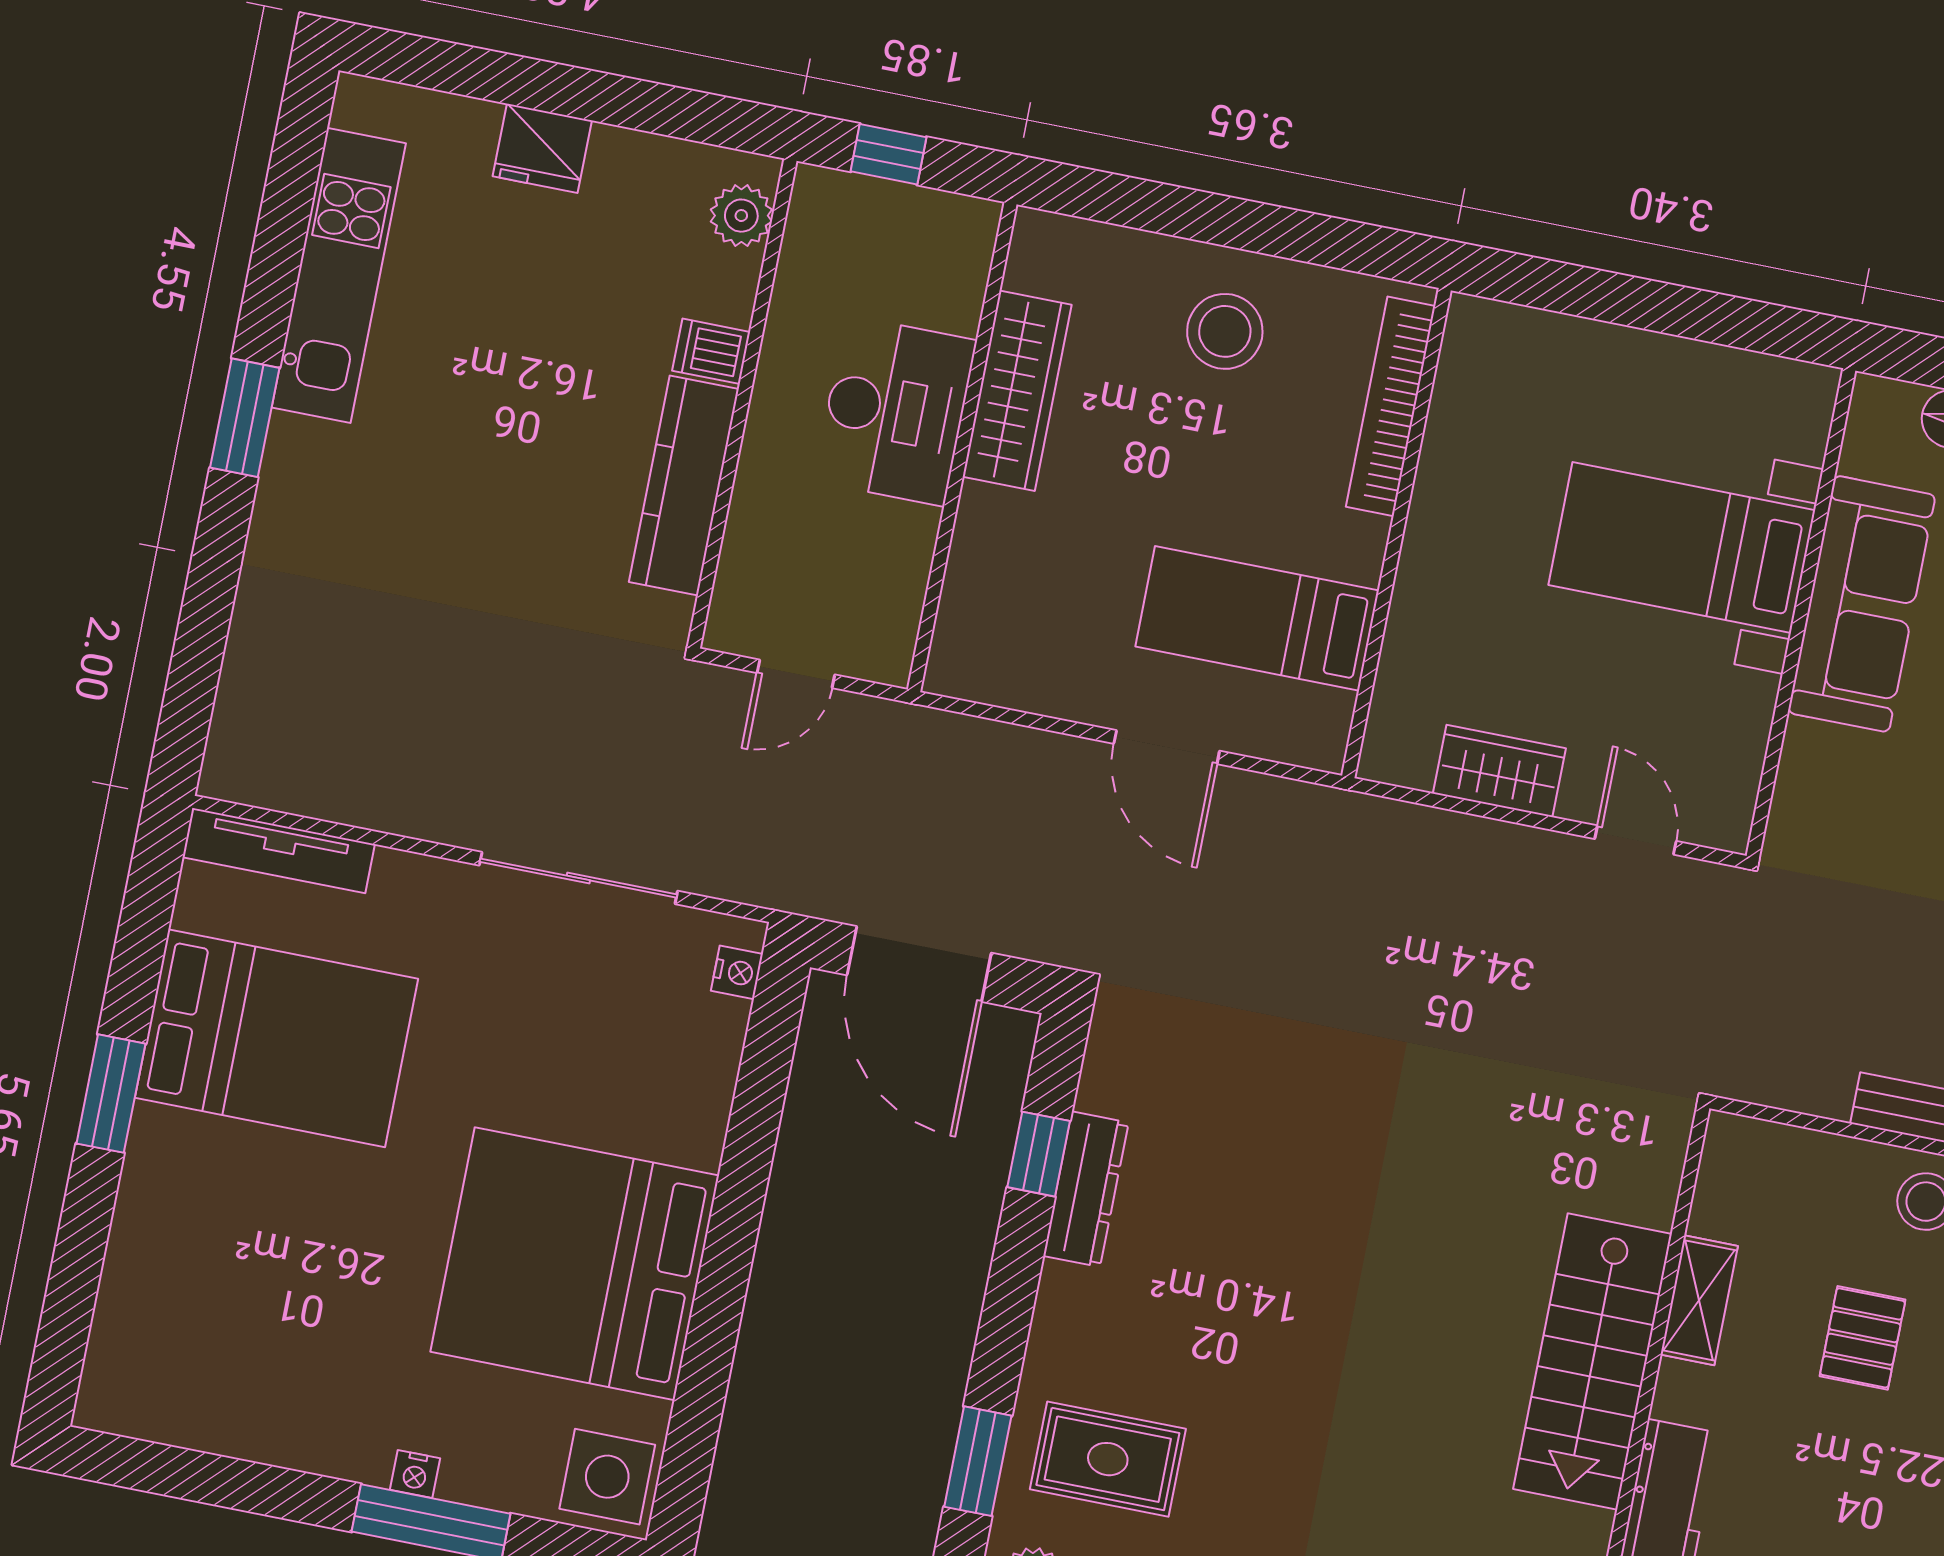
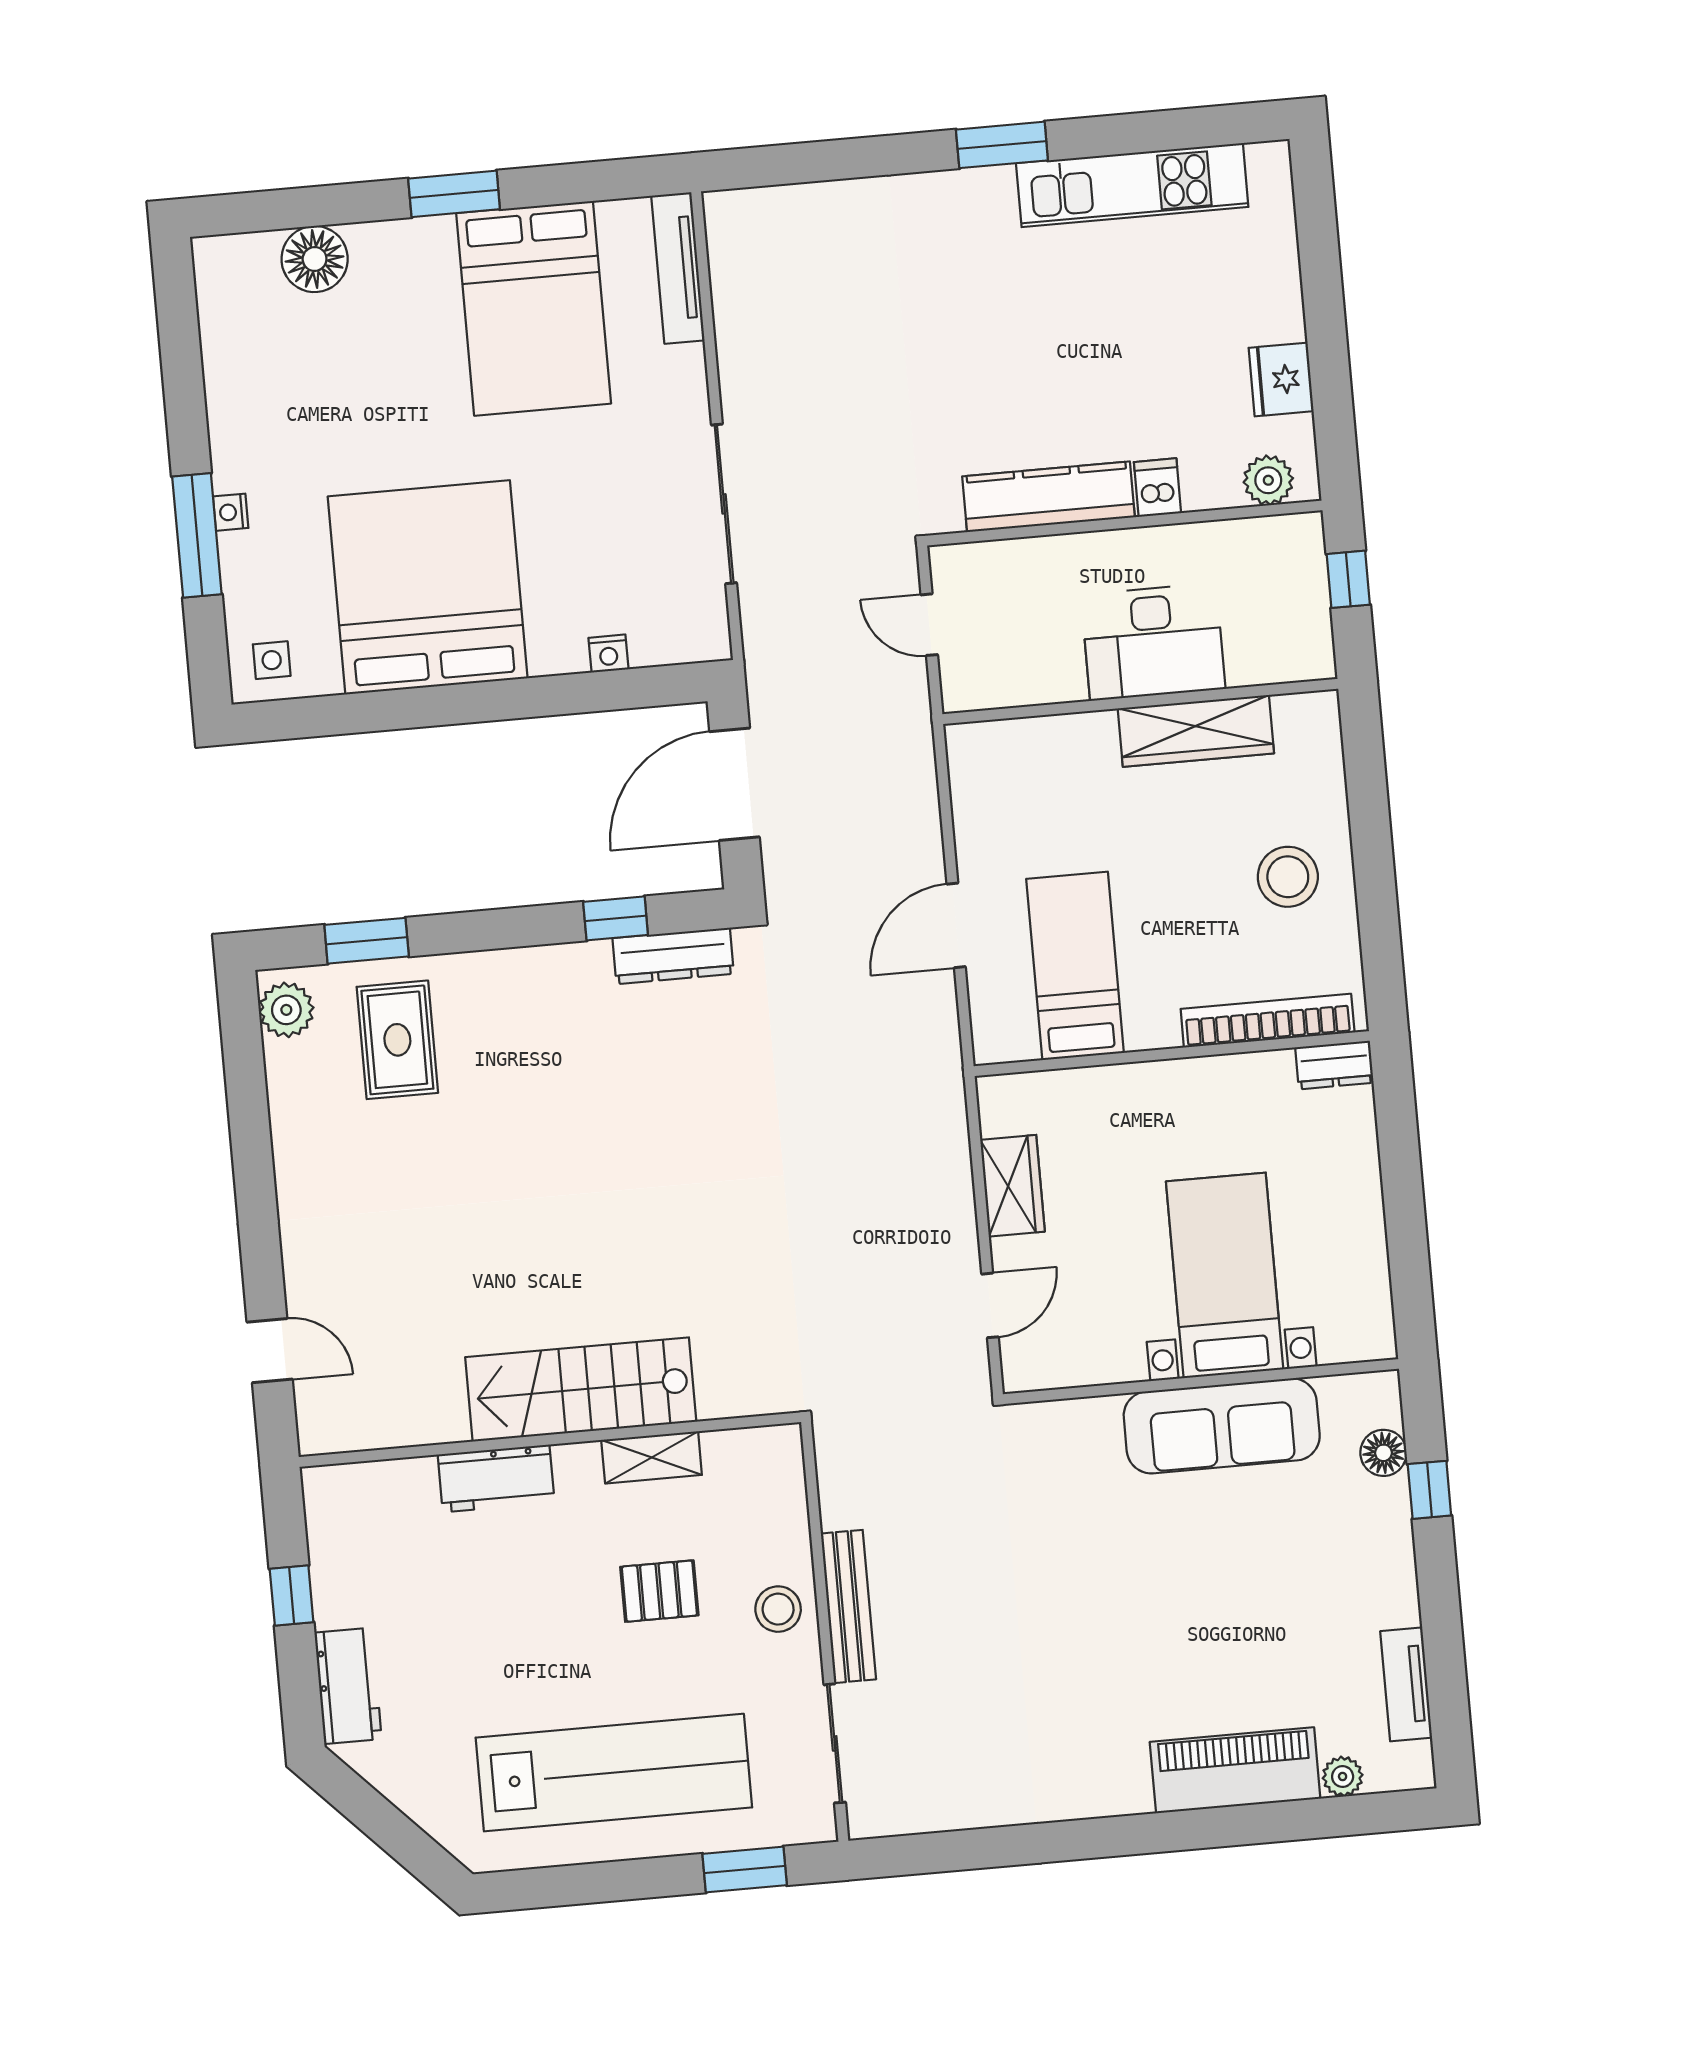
fridge: (542, 148) -> (1281, 379), moved
dresser: (1468, 342) -> (1334, 1065), added
nightstand: (737, 972) -> (608, 654), moved
dresser: (1086, 1189) -> (673, 956), moved
floor lamp: (140, 1284) -> (315, 259), added
side table: (607, 1477) -> (272, 660), width x0.54, depth x0.54

